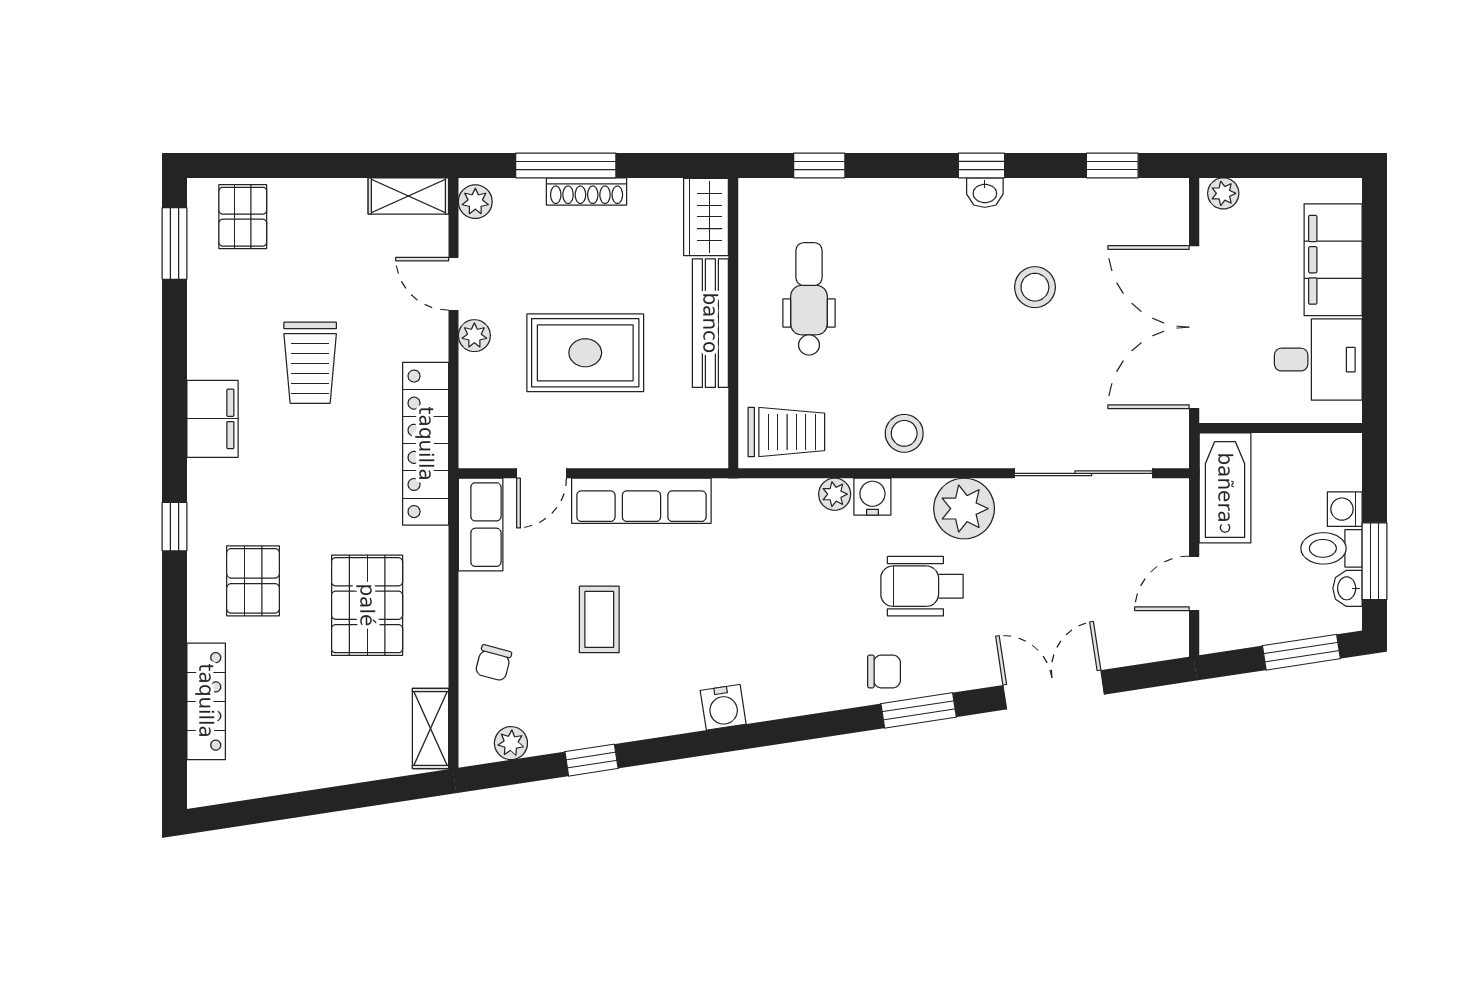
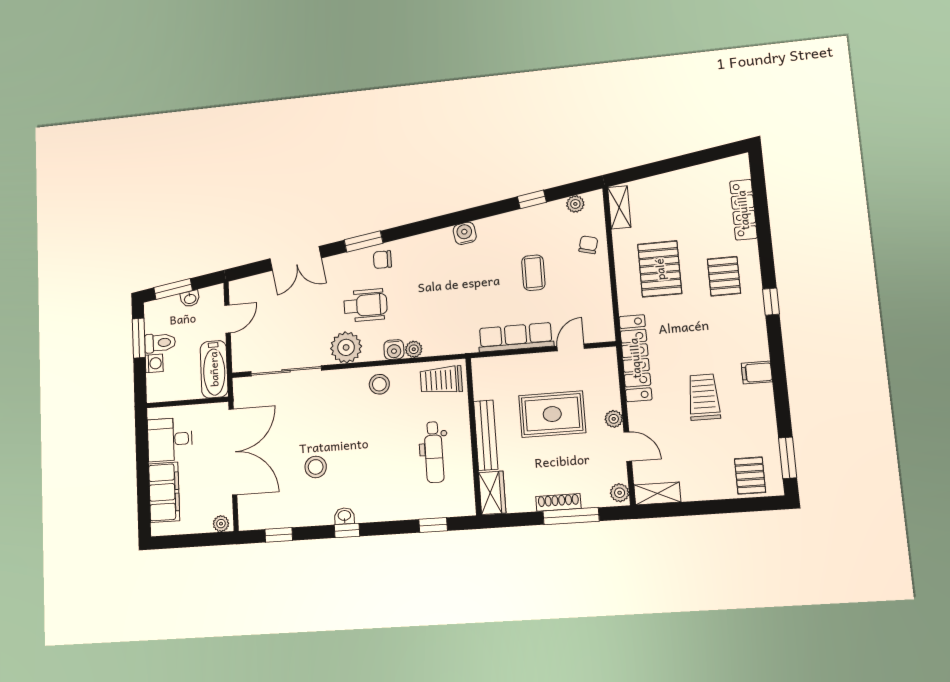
filing cabinet: (212, 419) -> (757, 373), width x0.50
row of seats: (481, 525) -> (601, 317), removed
washbasin: (1348, 588) -> (190, 299), moved, turned 81

